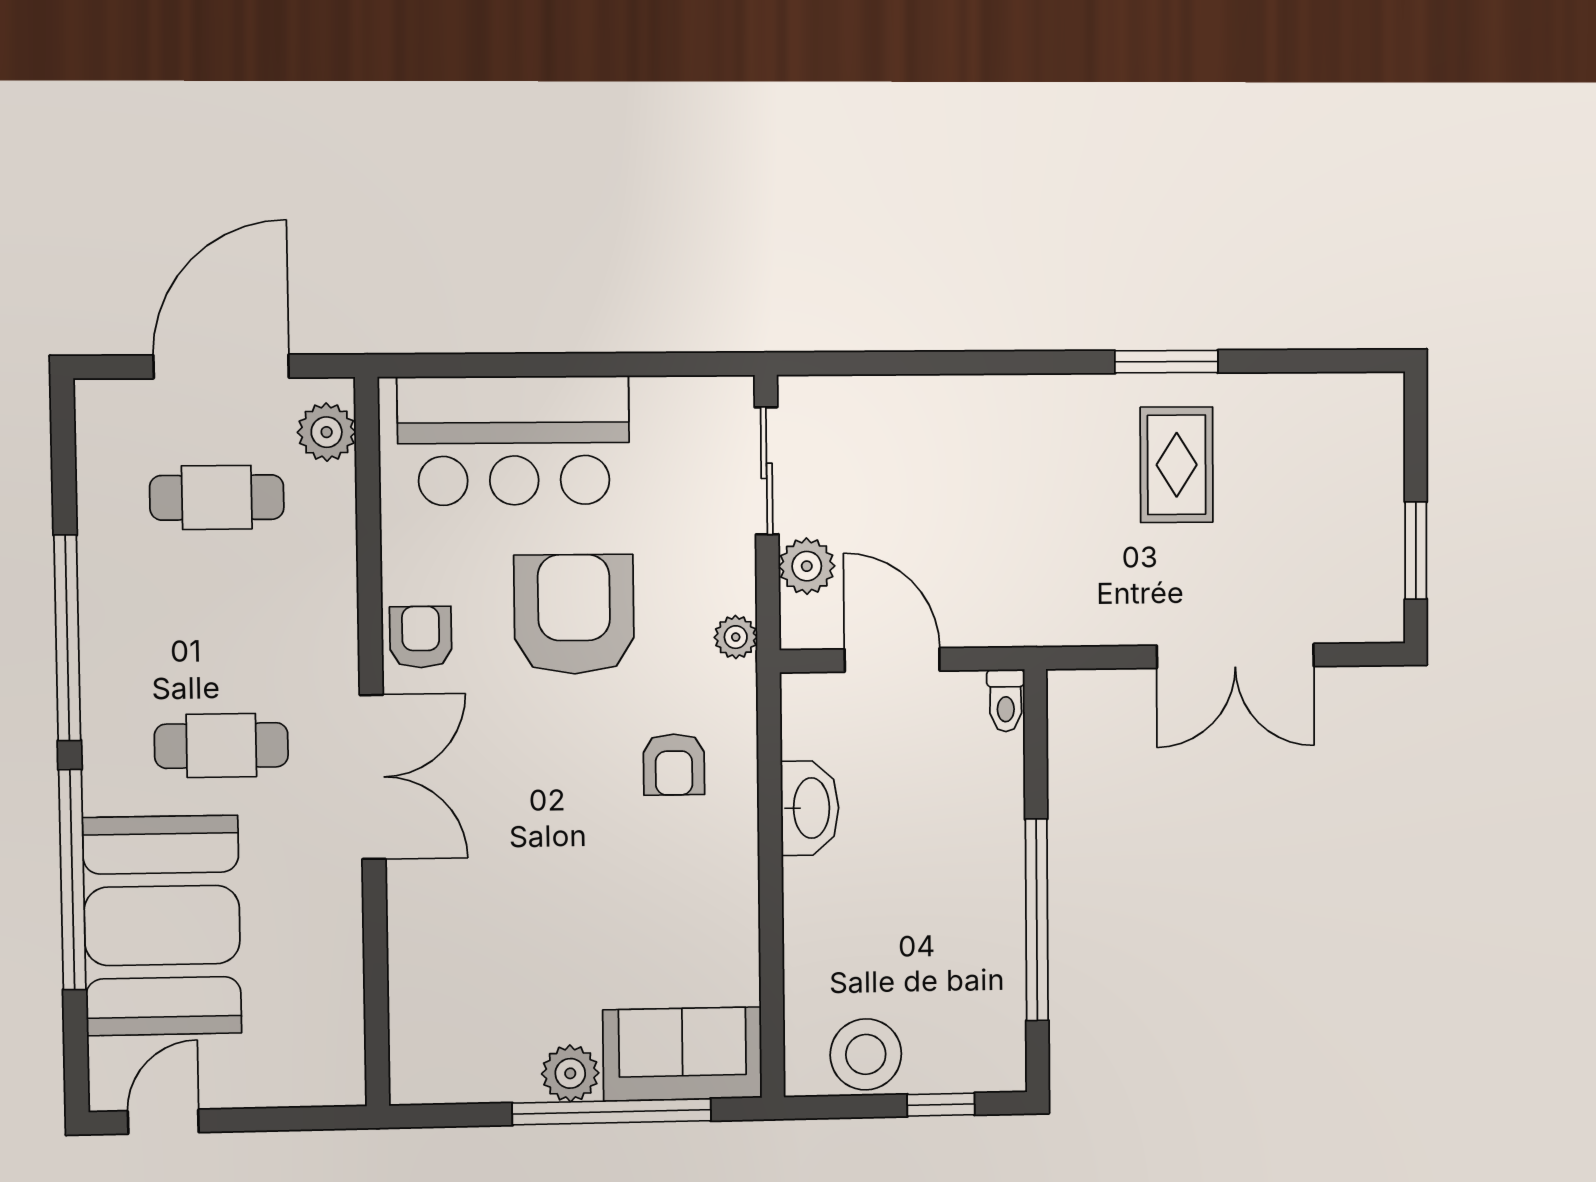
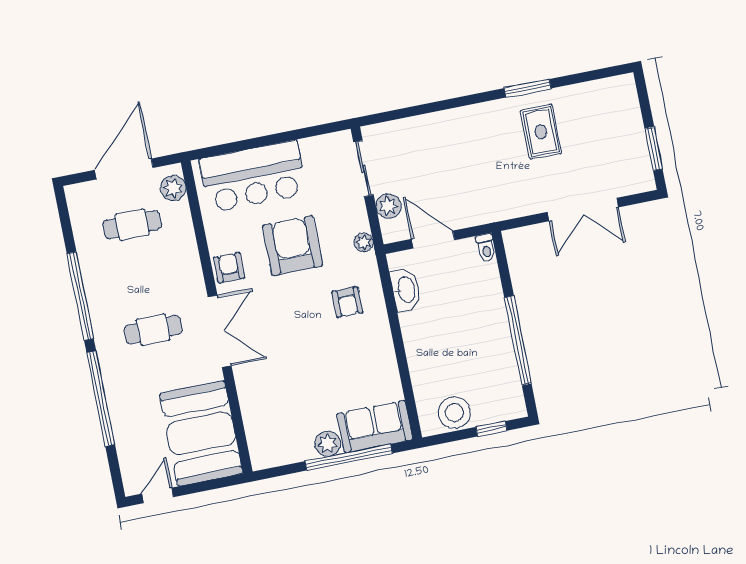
washbasin: (810, 808) -> (406, 290), moved
booth: (162, 925) -> (201, 433), moved

